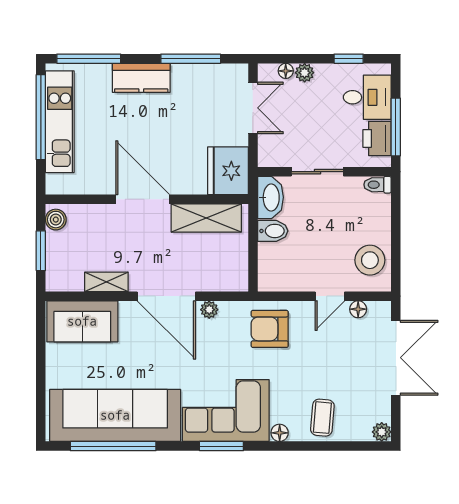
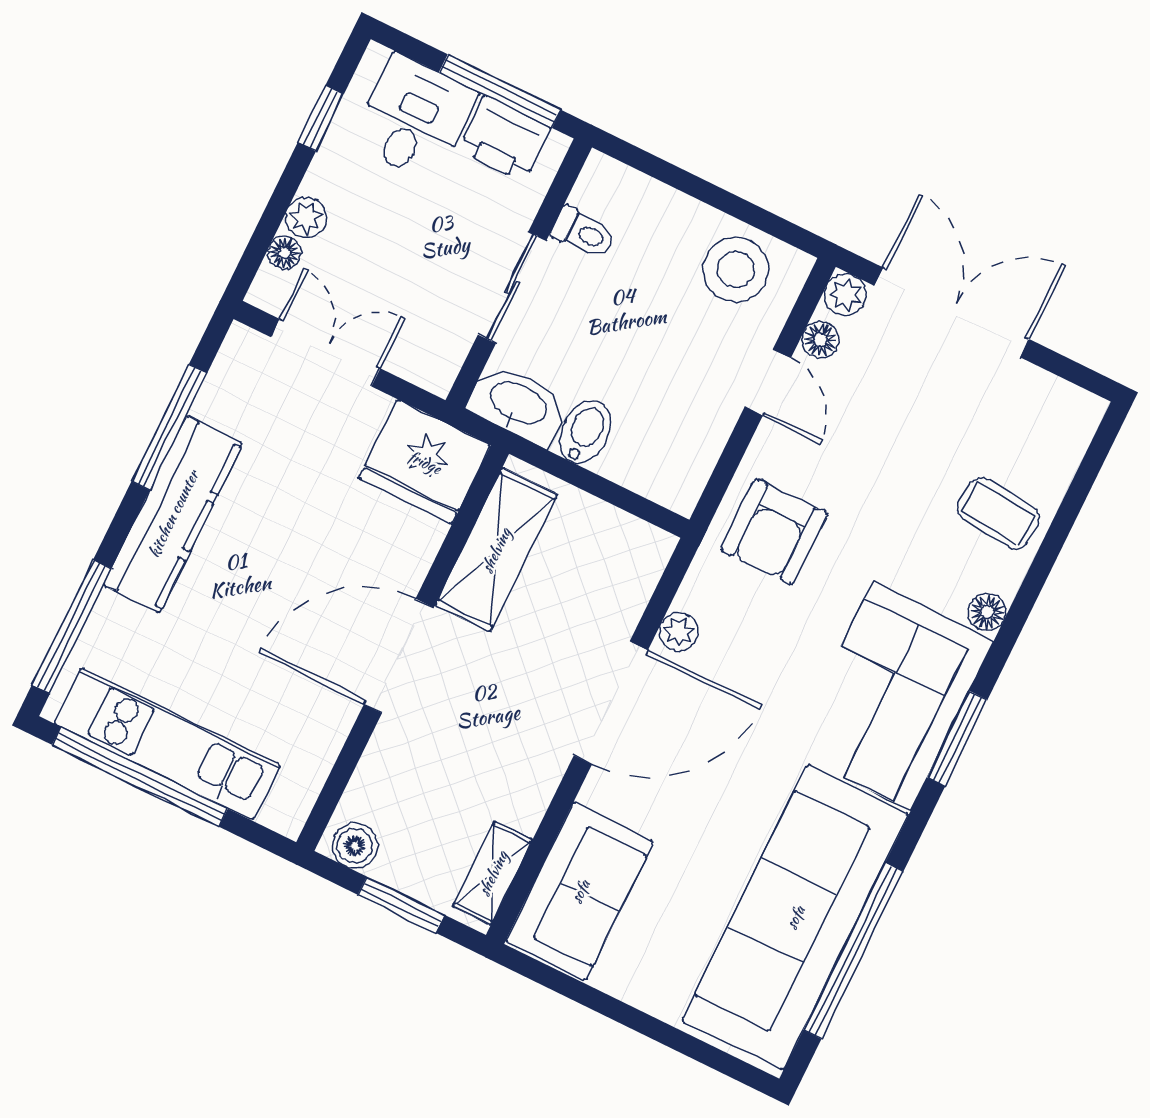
kitchen counter: (141, 78) -> (173, 514), width x1.50
toilet: (378, 185) -> (583, 233), moved, turned -90
shelving: (106, 282) -> (493, 873), moved
plant: (382, 432) -> (845, 294), moved

